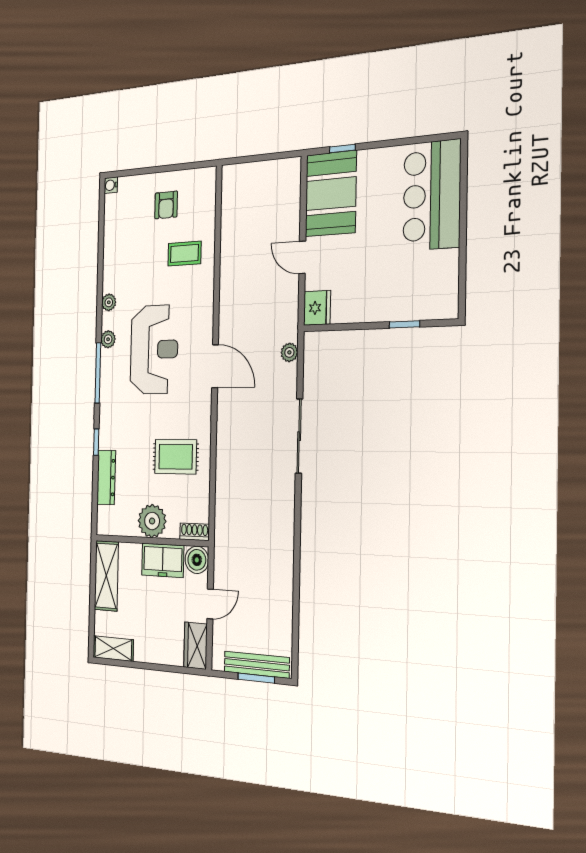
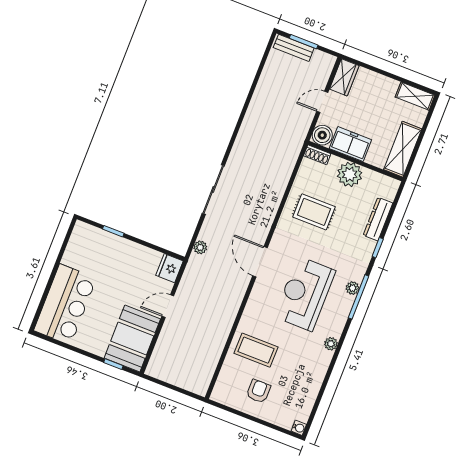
coffee table: (184, 253) -> (256, 350), width x1.36, depth x1.30
door: (302, 257) -> (168, 306), swing flipped
plant: (108, 339) -> (352, 288), moved
bench: (257, 665) -> (294, 48), width x0.73

